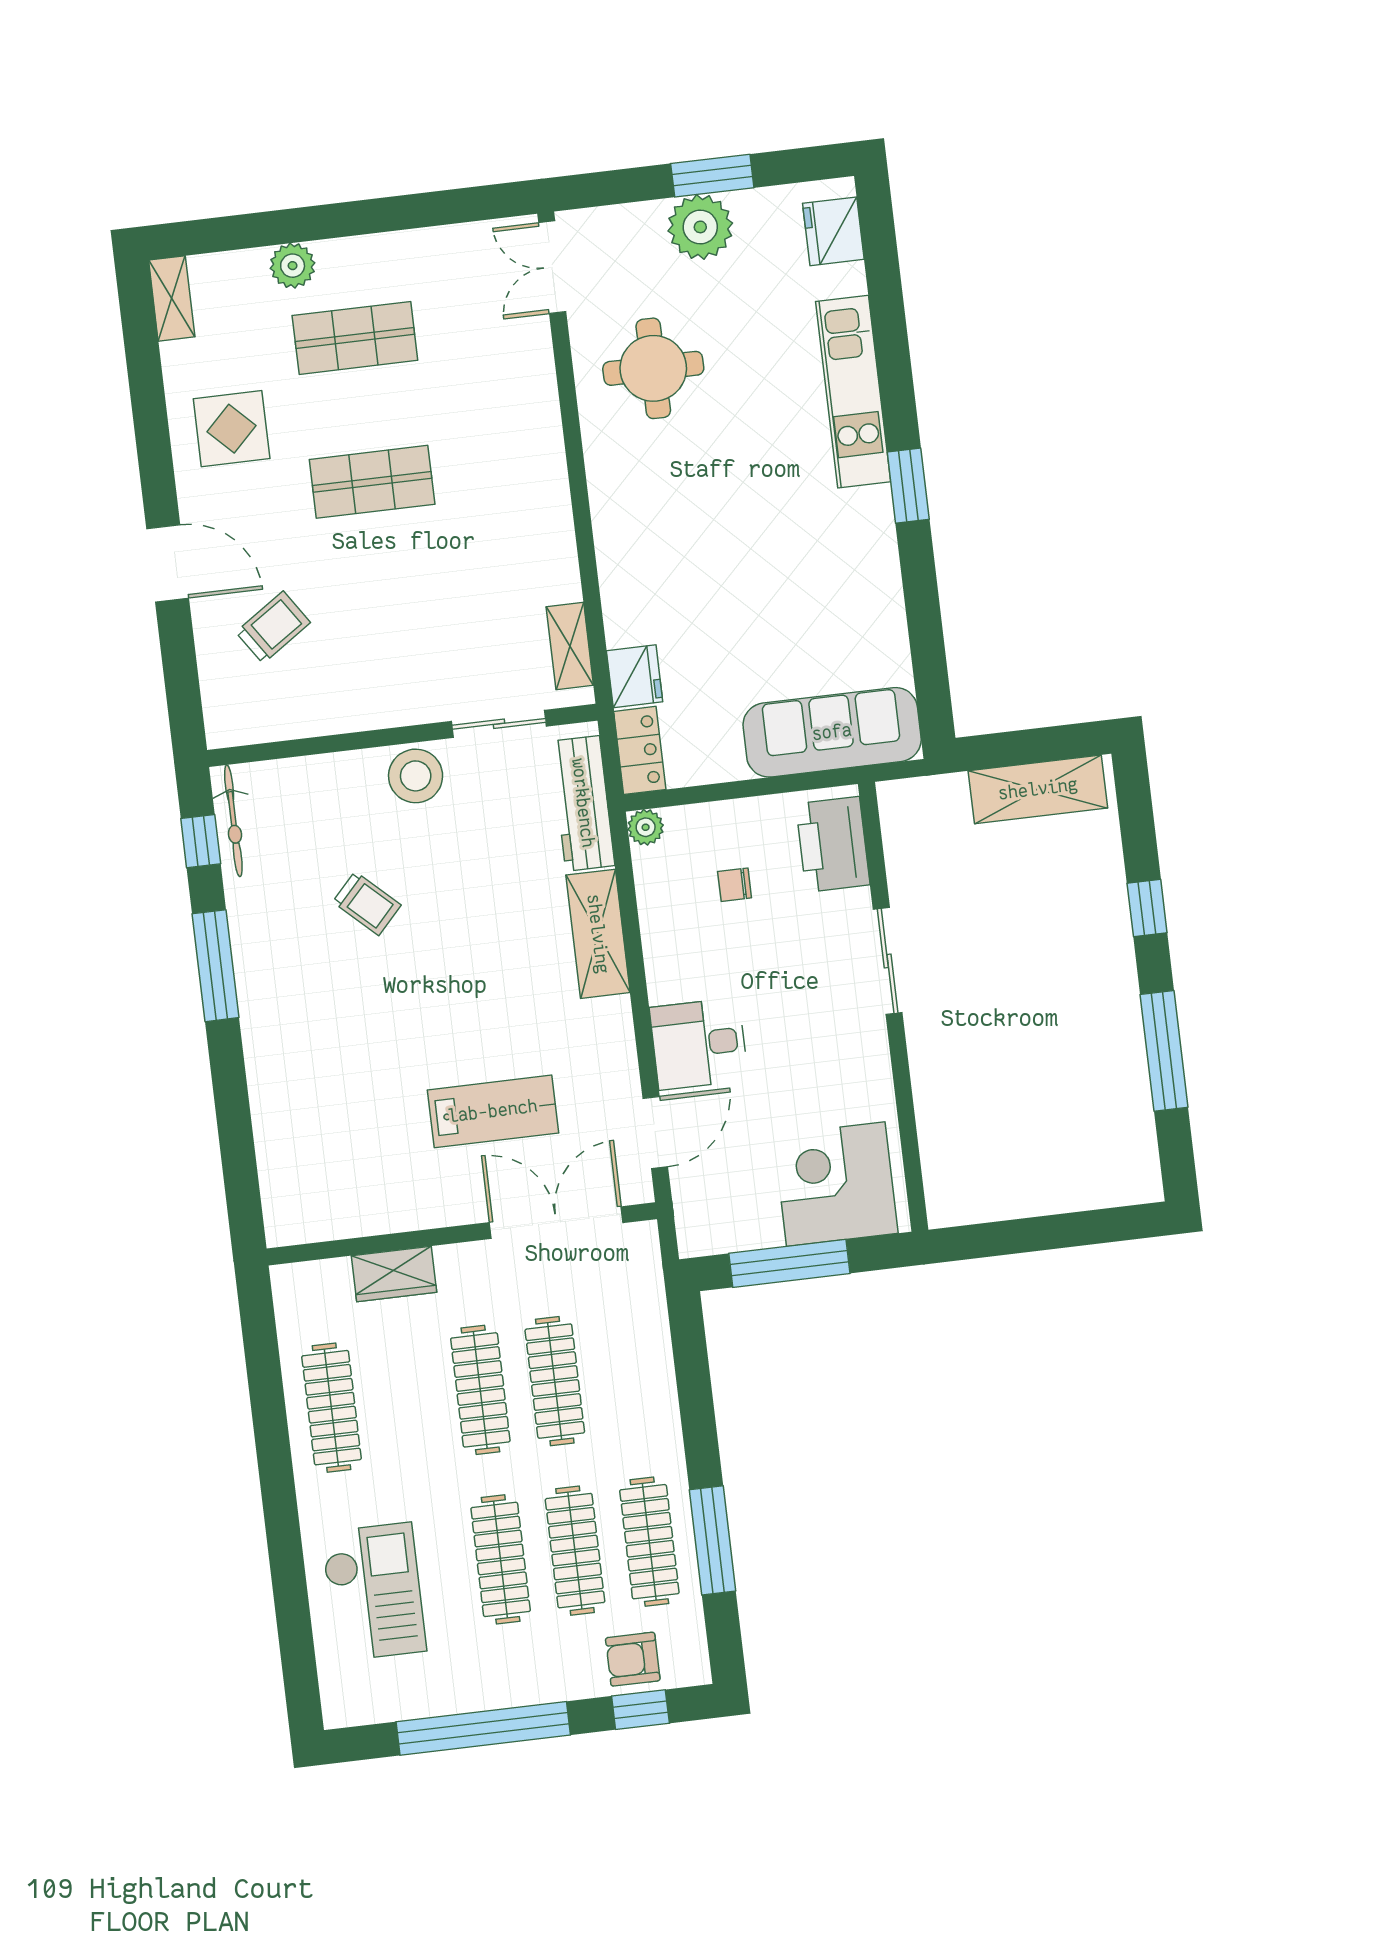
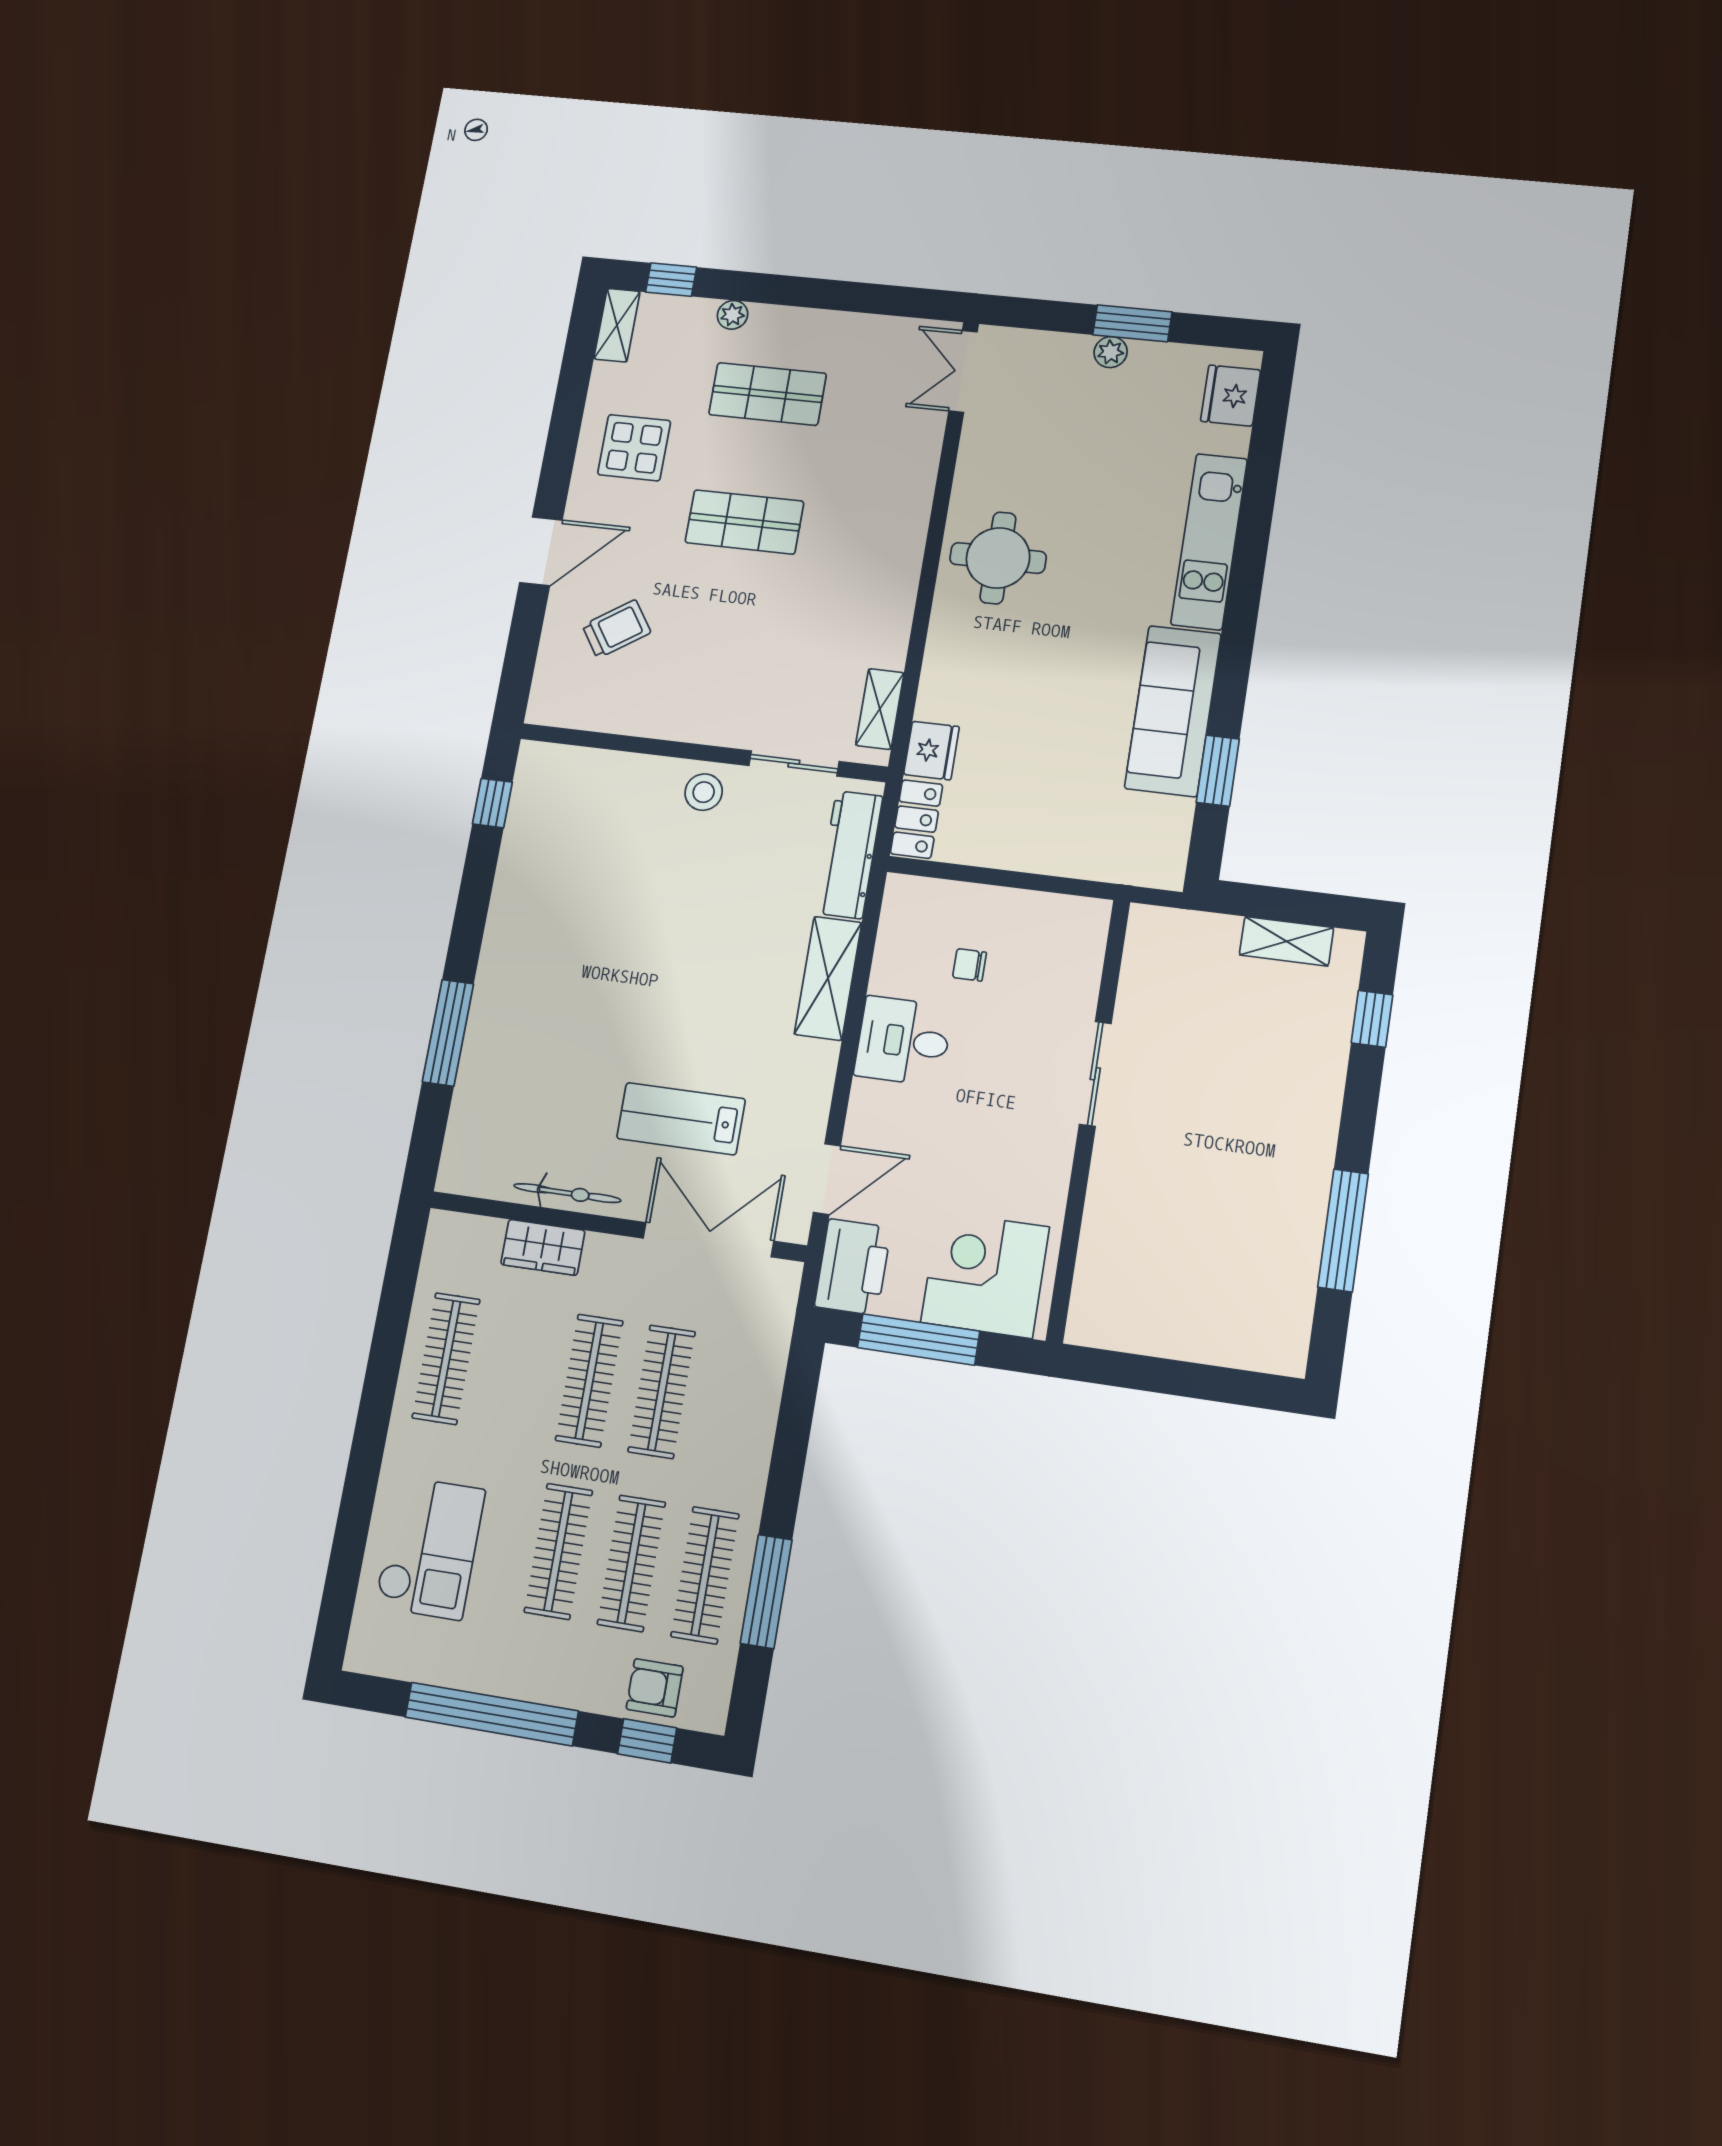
plant: (700, 227) -> (1111, 352), width x0.53, depth x0.53
window: (214, 235) -> (671, 280), added
plant: (293, 266) -> (733, 315), width x0.73, depth x0.73
round table: (653, 368) -> (998, 558), moved
window: (908, 486) -> (1218, 771), moved
door: (168, 563) -> (541, 551), hinge flipped
sofa: (832, 732) -> (1173, 711), moved, turned -90
stool: (416, 776) -> (704, 792), width x0.73, depth x0.73
shelving: (1038, 789) -> (1286, 941), width x0.67, depth x0.75
bicycle: (233, 821) -> (567, 1193), moved, turned -90
plant: (646, 827) -> (901, 891), removed
printer: (833, 844) -> (853, 1267), moved, turned 180
trolley: (367, 903) -> (624, 897), removed
window: (1147, 908) -> (1372, 1019), moved
window: (216, 966) -> (448, 1033), moved
desk: (699, 1044) -> (903, 1041), moved
lab bench: (493, 1111) -> (681, 1119), turned 180

